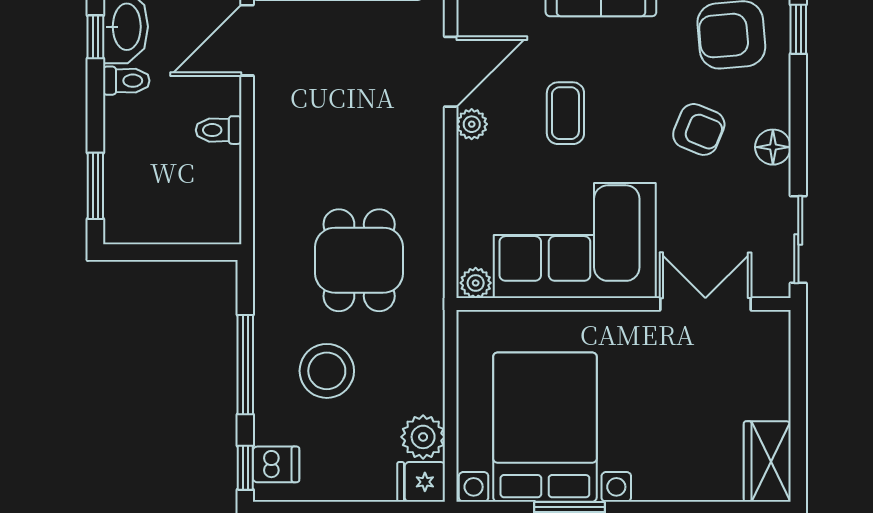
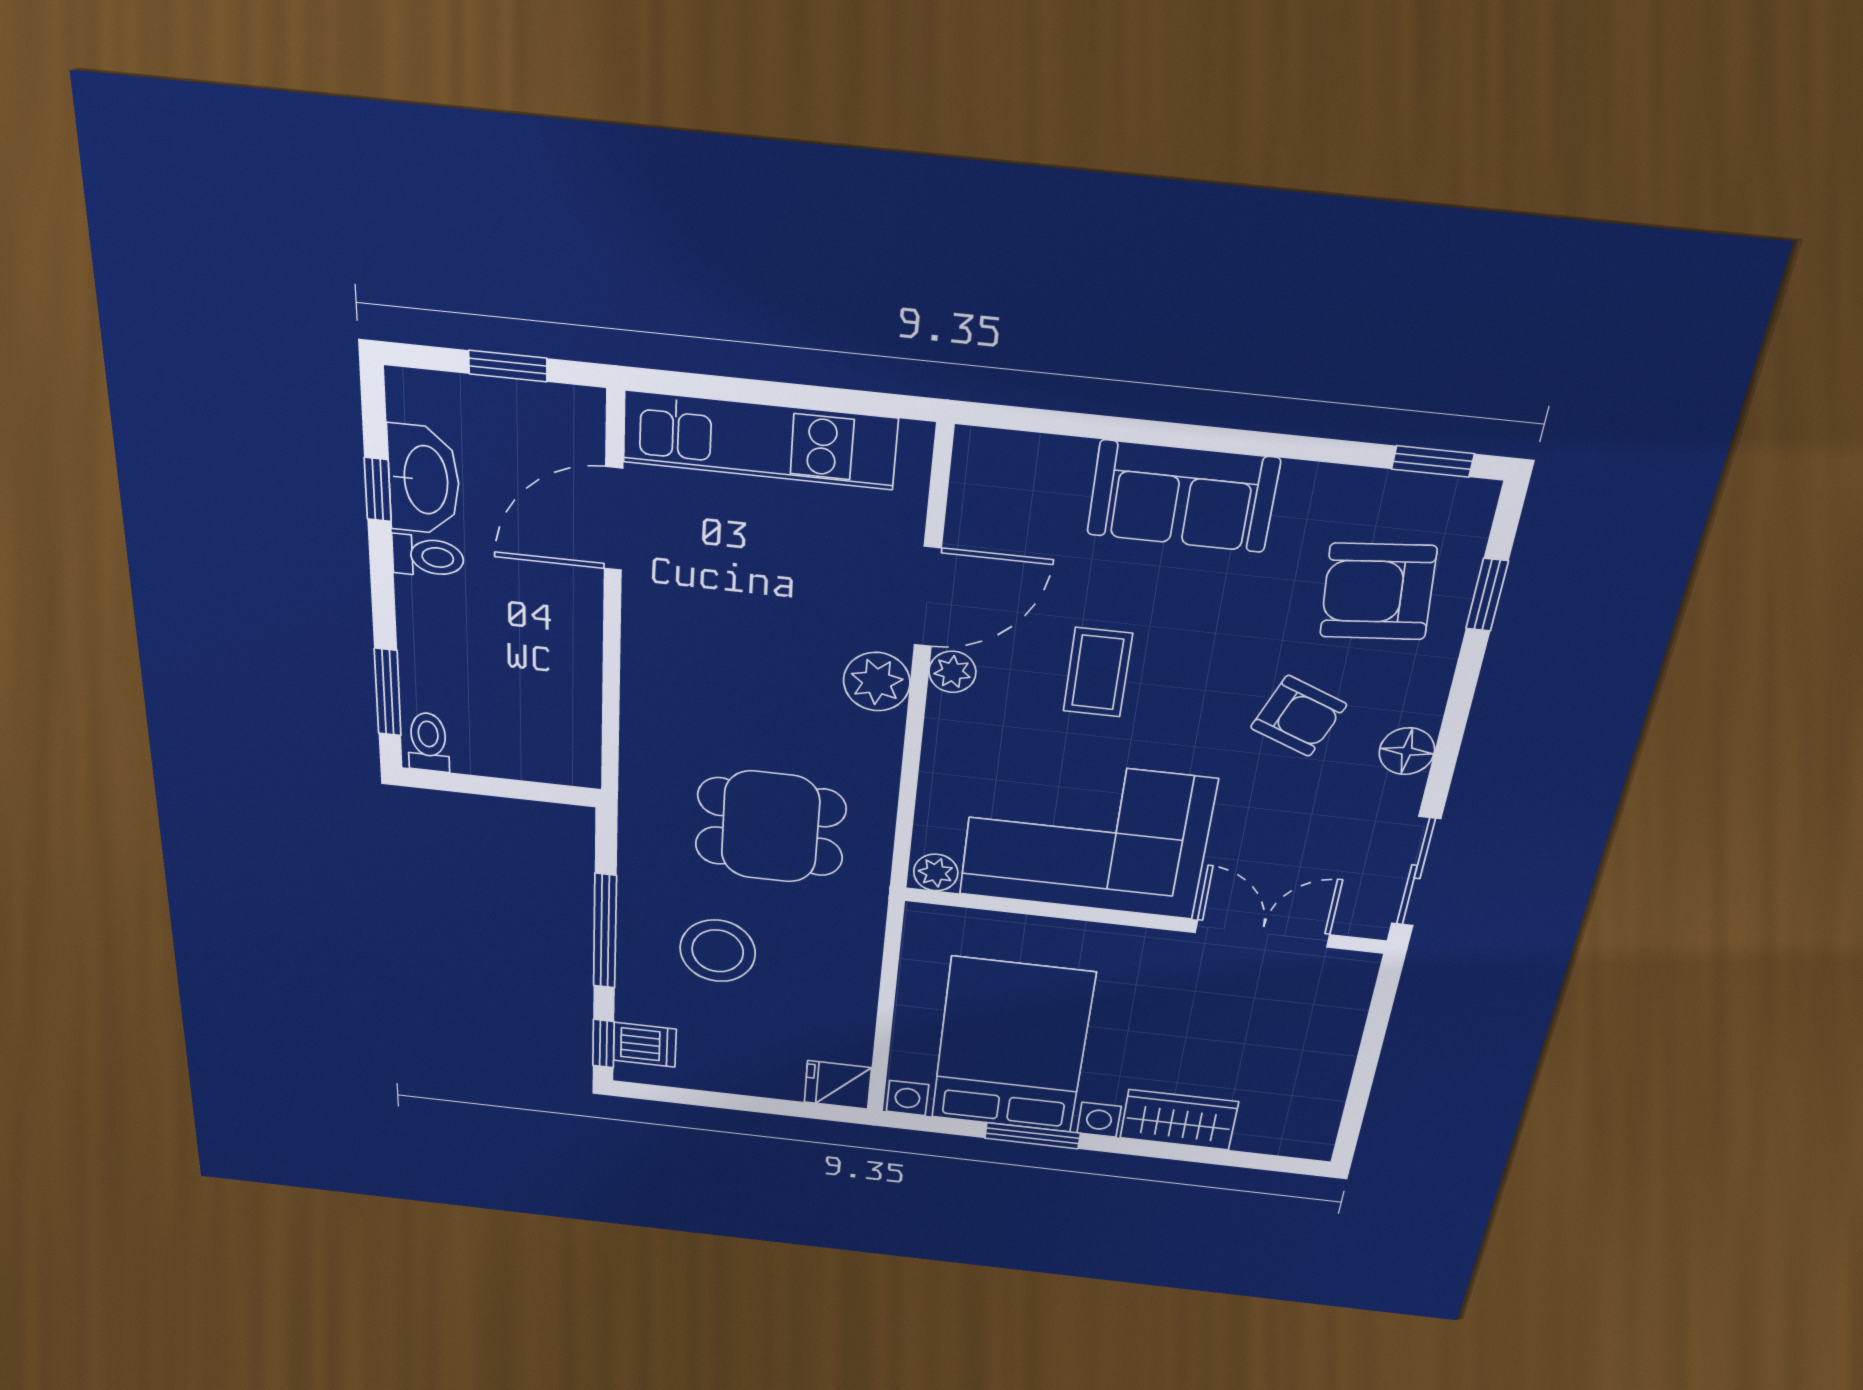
toilet: (219, 130) -> (428, 742), moved, turned 90
dining table: (359, 260) -> (770, 827), turned 90
plant: (423, 437) -> (877, 682), moved
wardrobe: (767, 461) -> (1179, 1120), moved, turned 90

